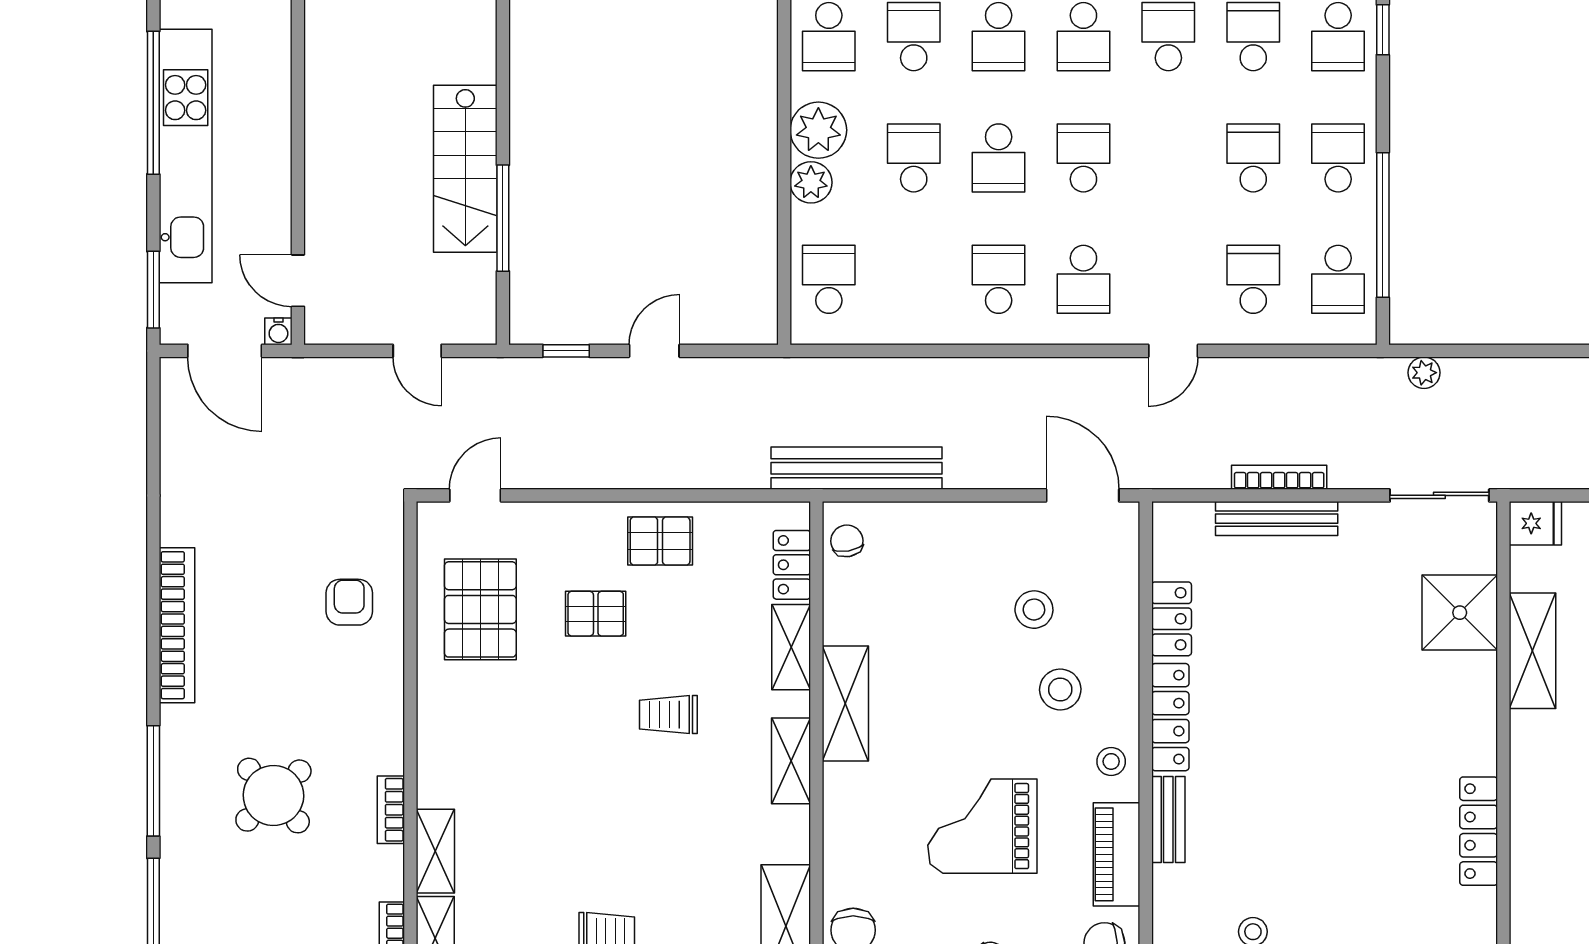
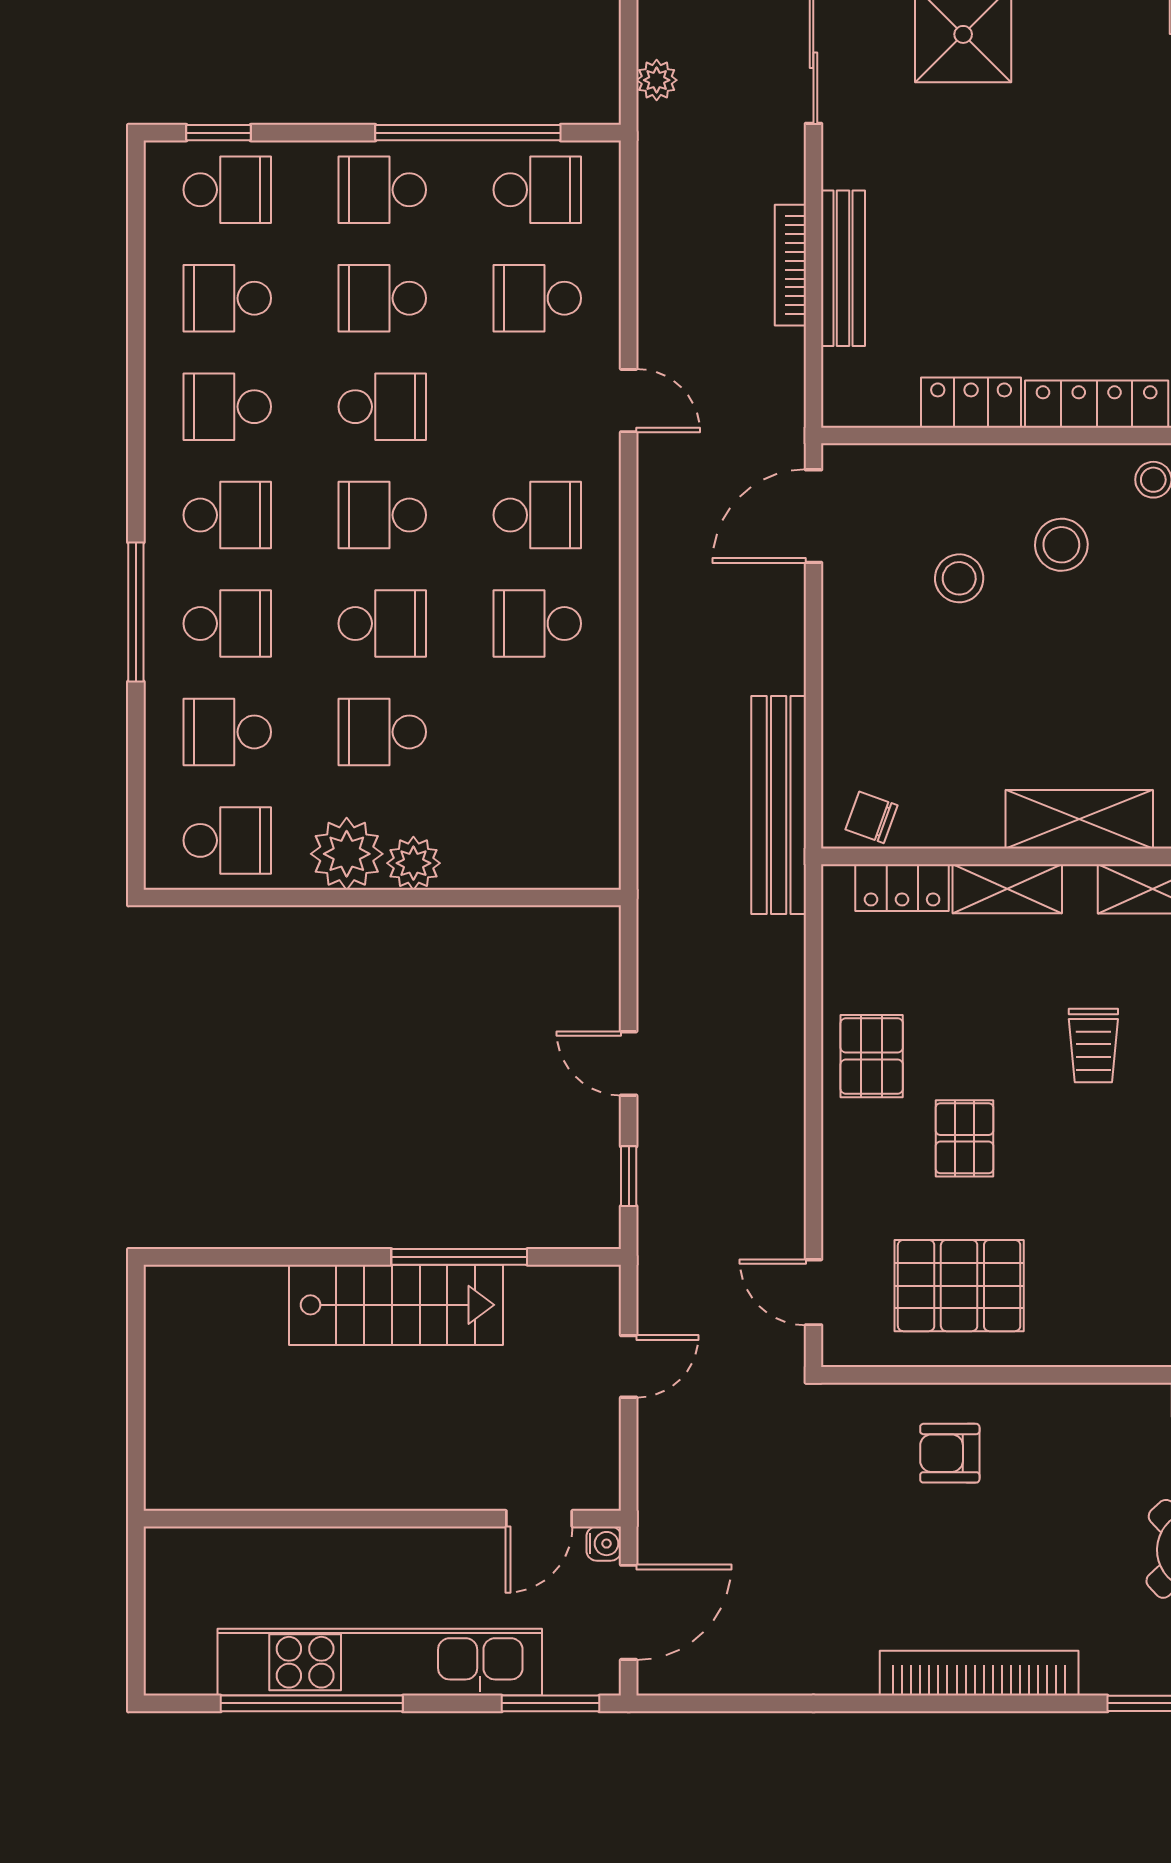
school desk: (829, 279) -> (382, 407), moved, turned 180
chair: (847, 541) -> (872, 817), turned 30

